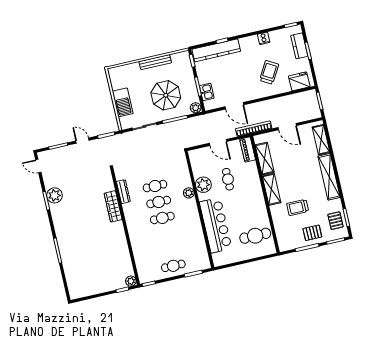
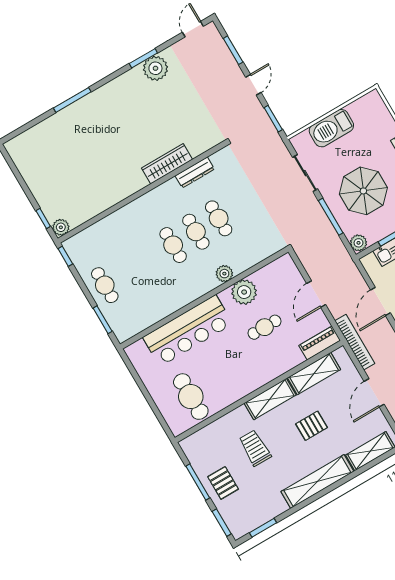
pallet: (335, 221) -> (312, 426), moved

